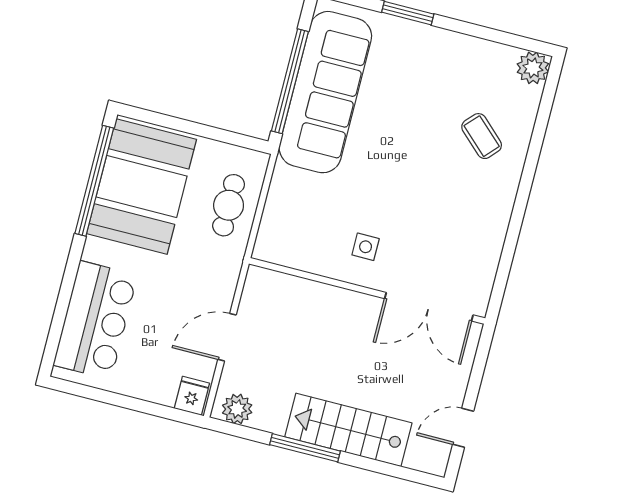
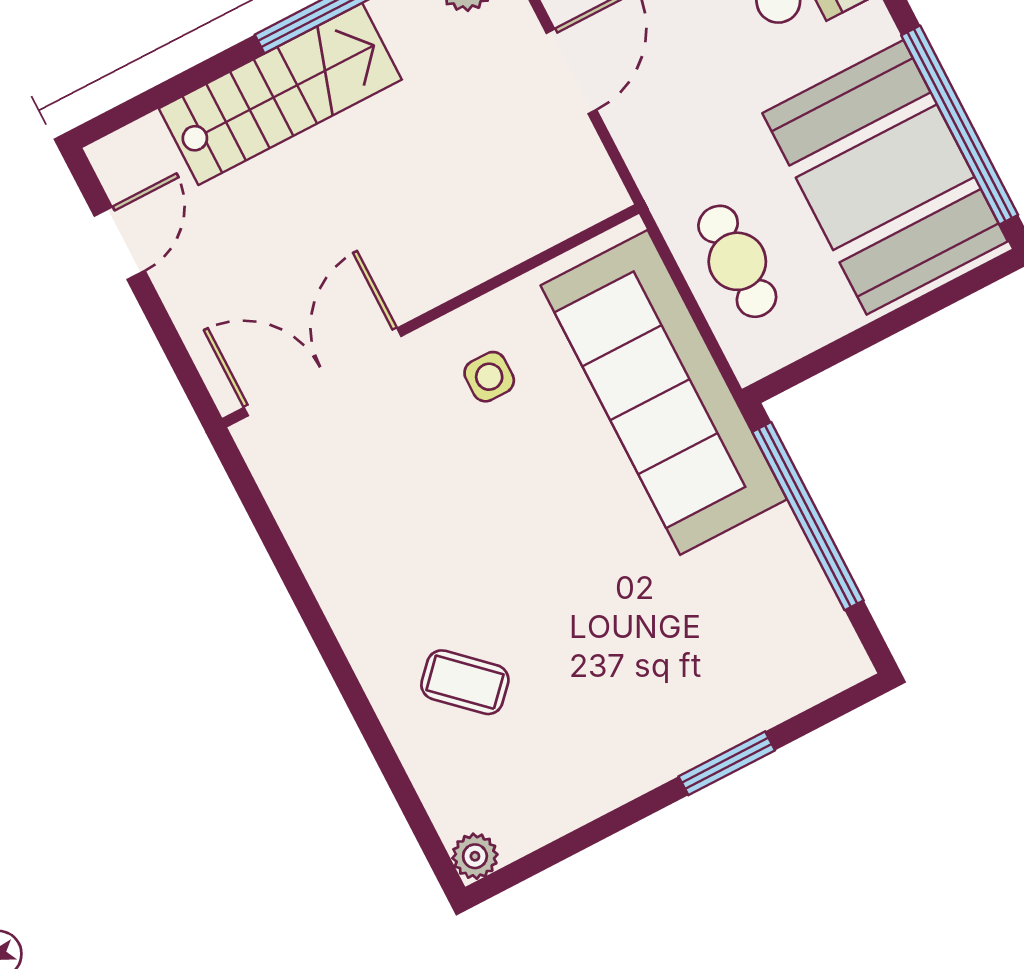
plant: (533, 68) -> (475, 856), width x0.73, depth x0.73
sofa: (325, 92) -> (664, 392), moved

